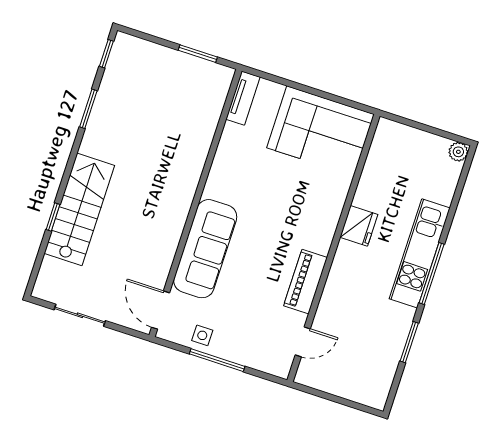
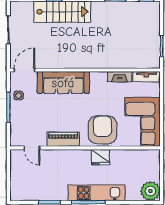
fireplace: (227, 146) -> (120, 77), added
plant: (458, 152) -> (150, 191), width x1.88, depth x1.88
armchair: (311, 207) -> (102, 130), added

